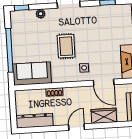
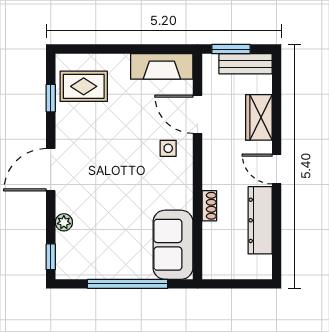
rug: (66, 46) -> (84, 86), moved
door: (104, 83) -> (198, 114), swing flipped
dresser: (34, 121) -> (260, 220), moved

